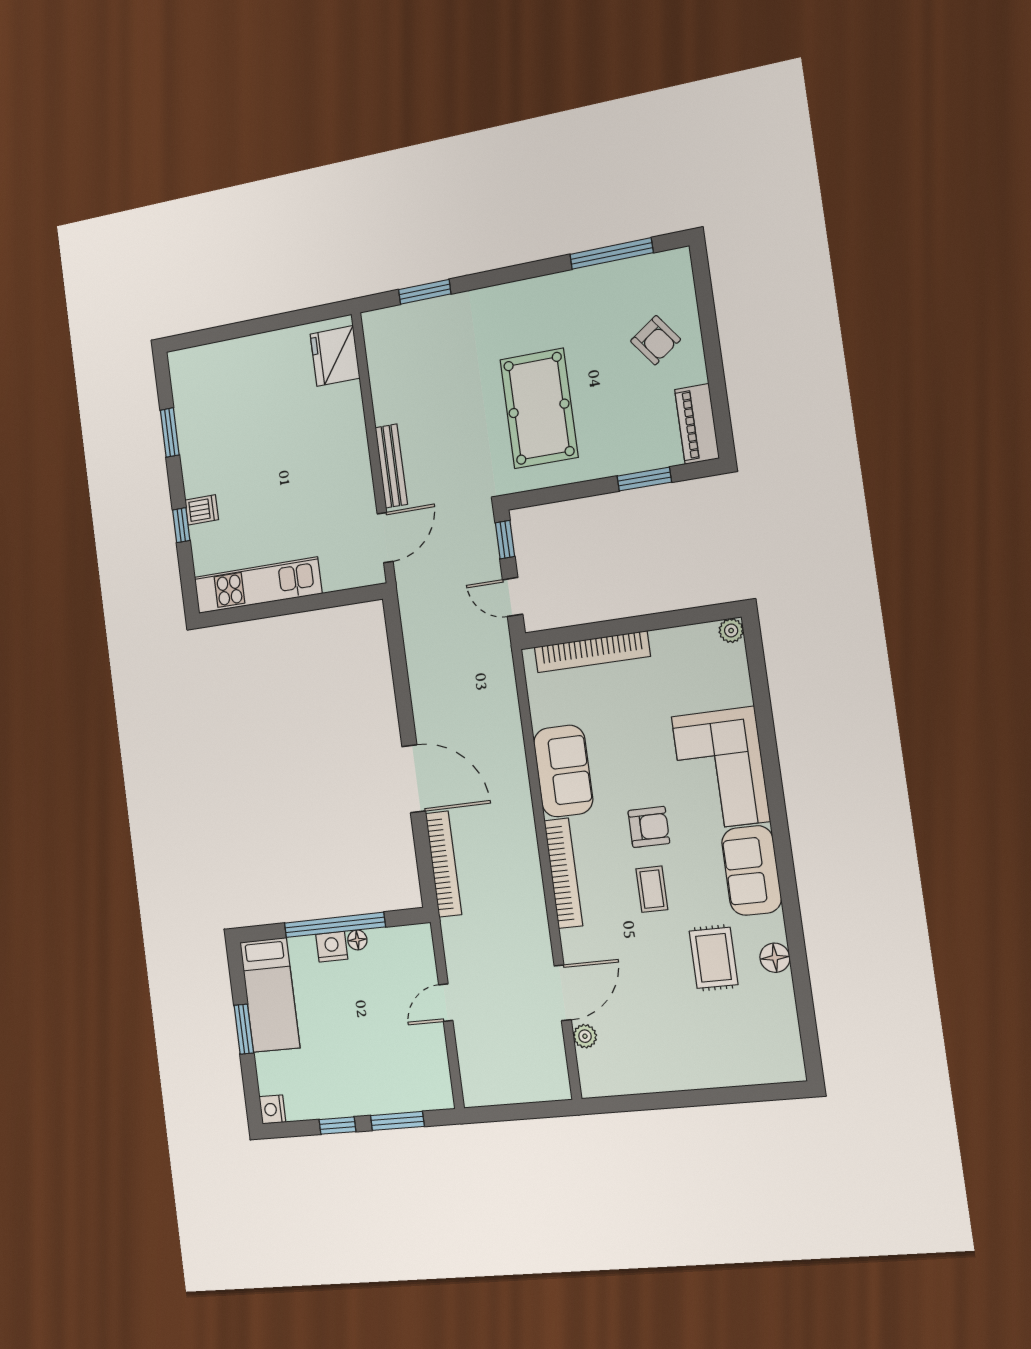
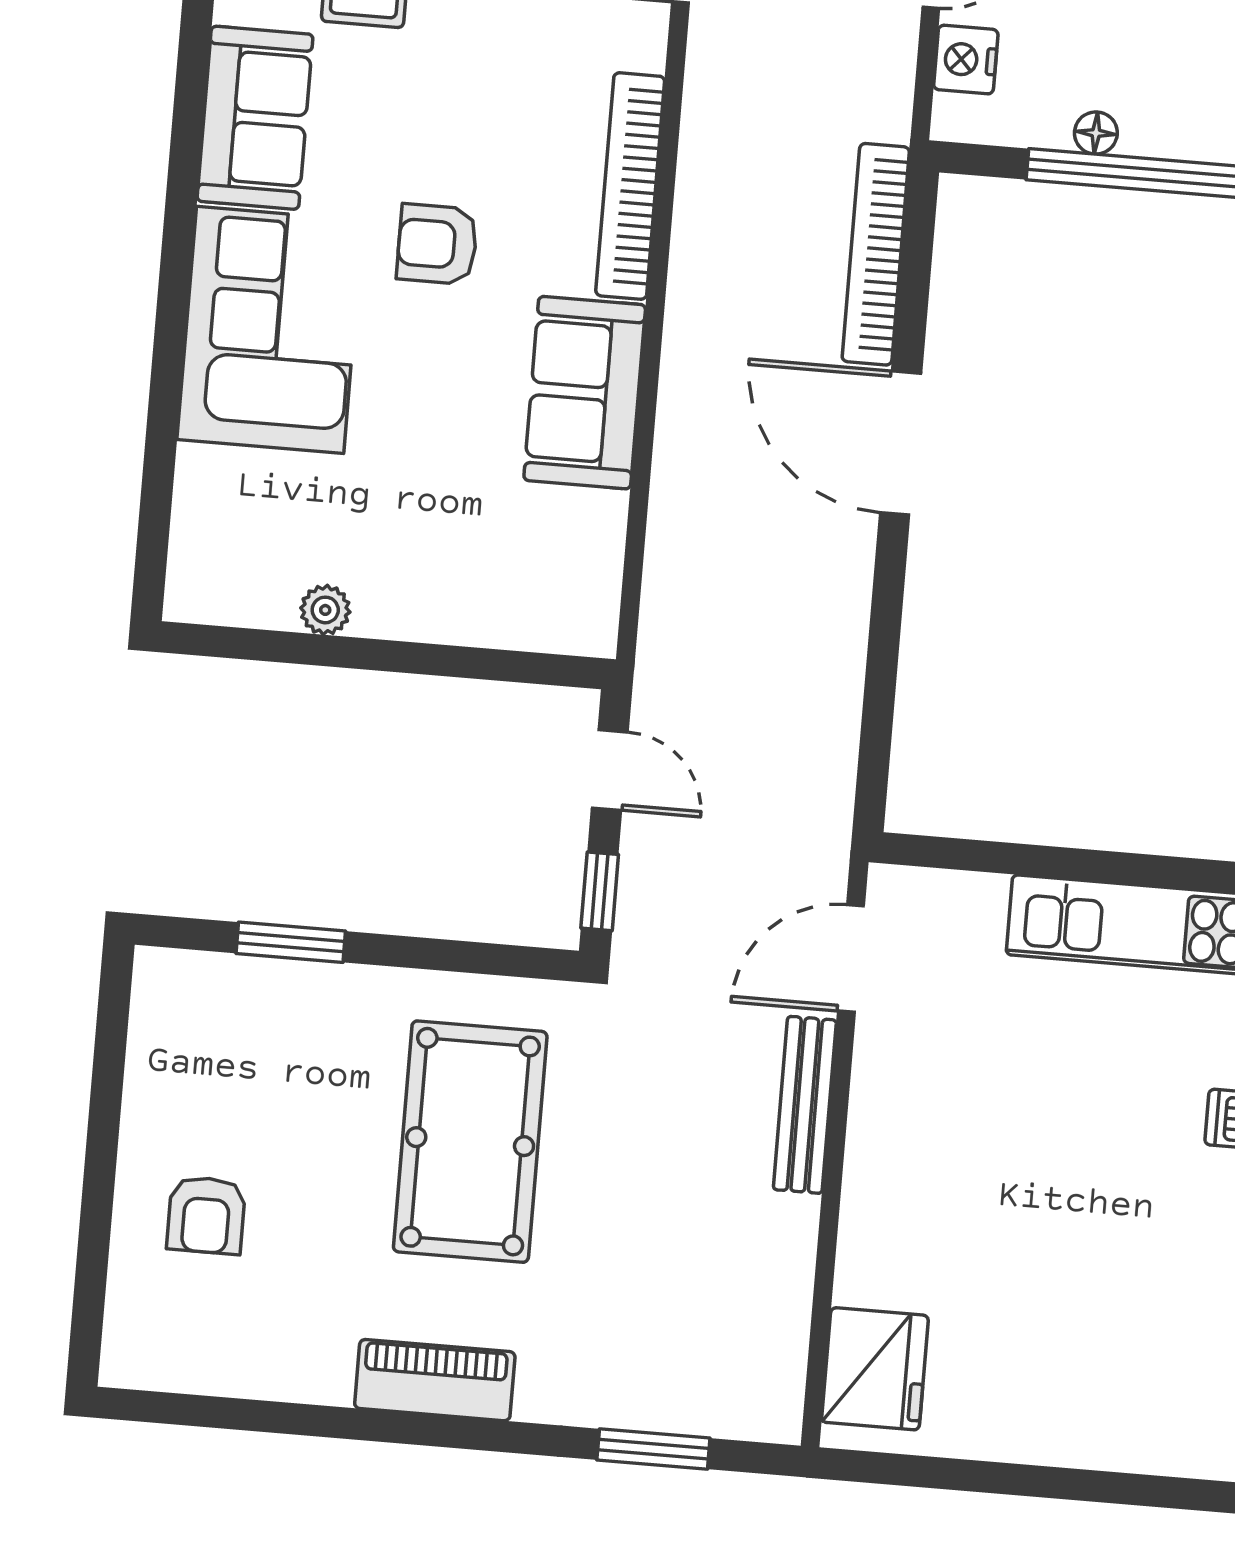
window: (612, 253) -> (254, 1415), removed
armchair: (656, 340) -> (206, 1215), turned -144
piano: (697, 424) -> (435, 1380), moved, turned -90
plant: (731, 631) -> (325, 610), moved
bookcase: (592, 652) -> (473, 620), removed
coffee table: (652, 889) -> (459, 119), removed
nightstand: (332, 947) -> (966, 60), moved, turned 90

